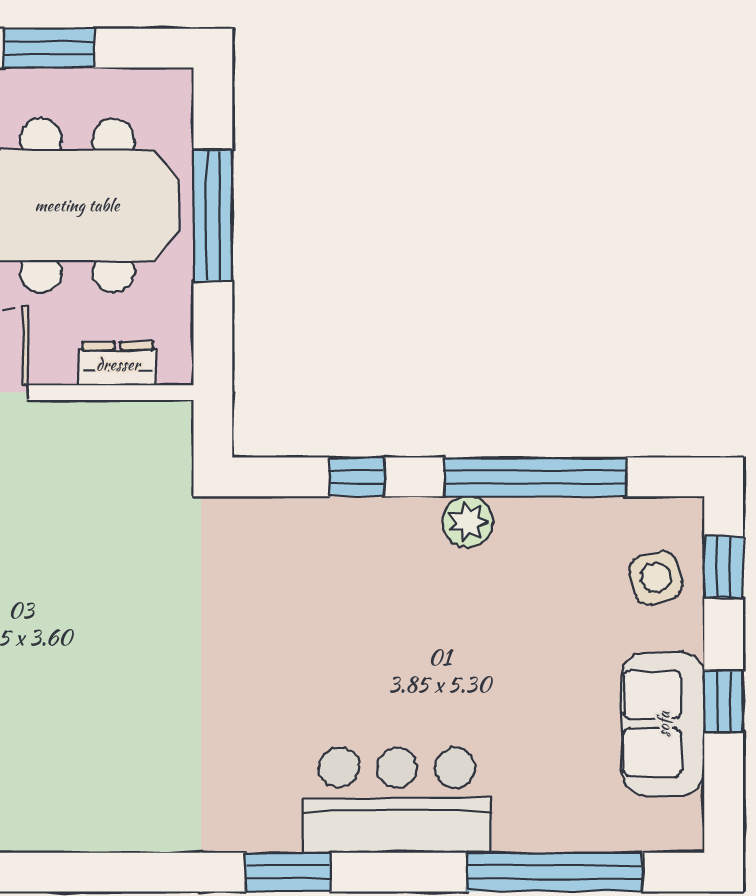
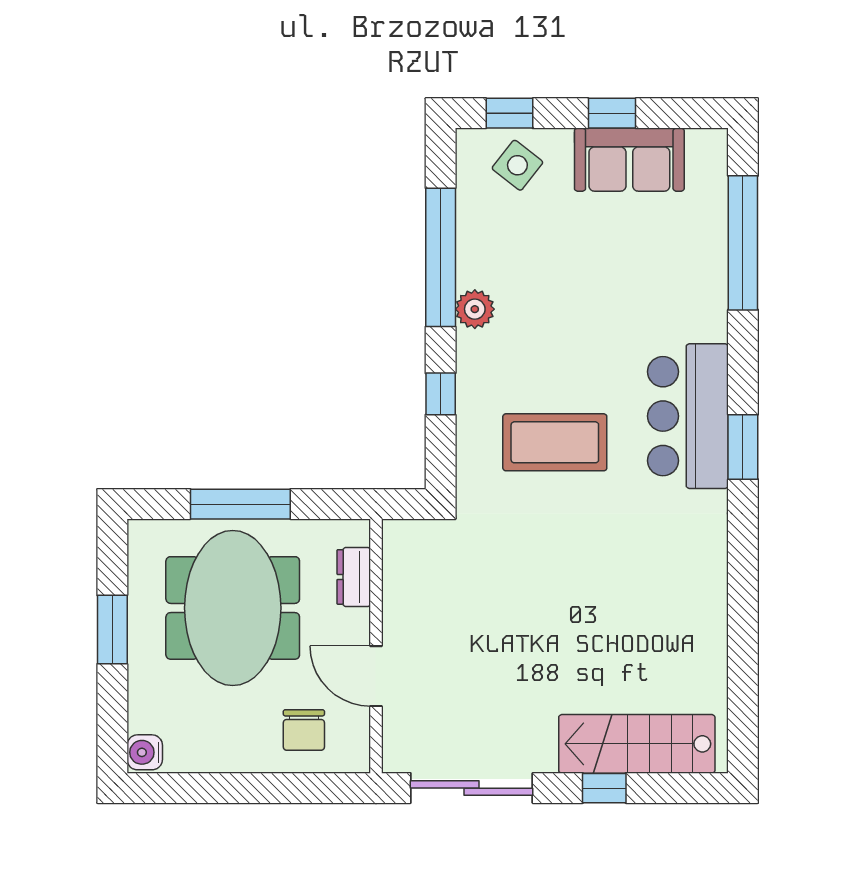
side table: (656, 577) -> (517, 165), turned -37
coffee table: (294, 626) -> (555, 442), added
bar counter: (397, 800) -> (688, 416), moved

